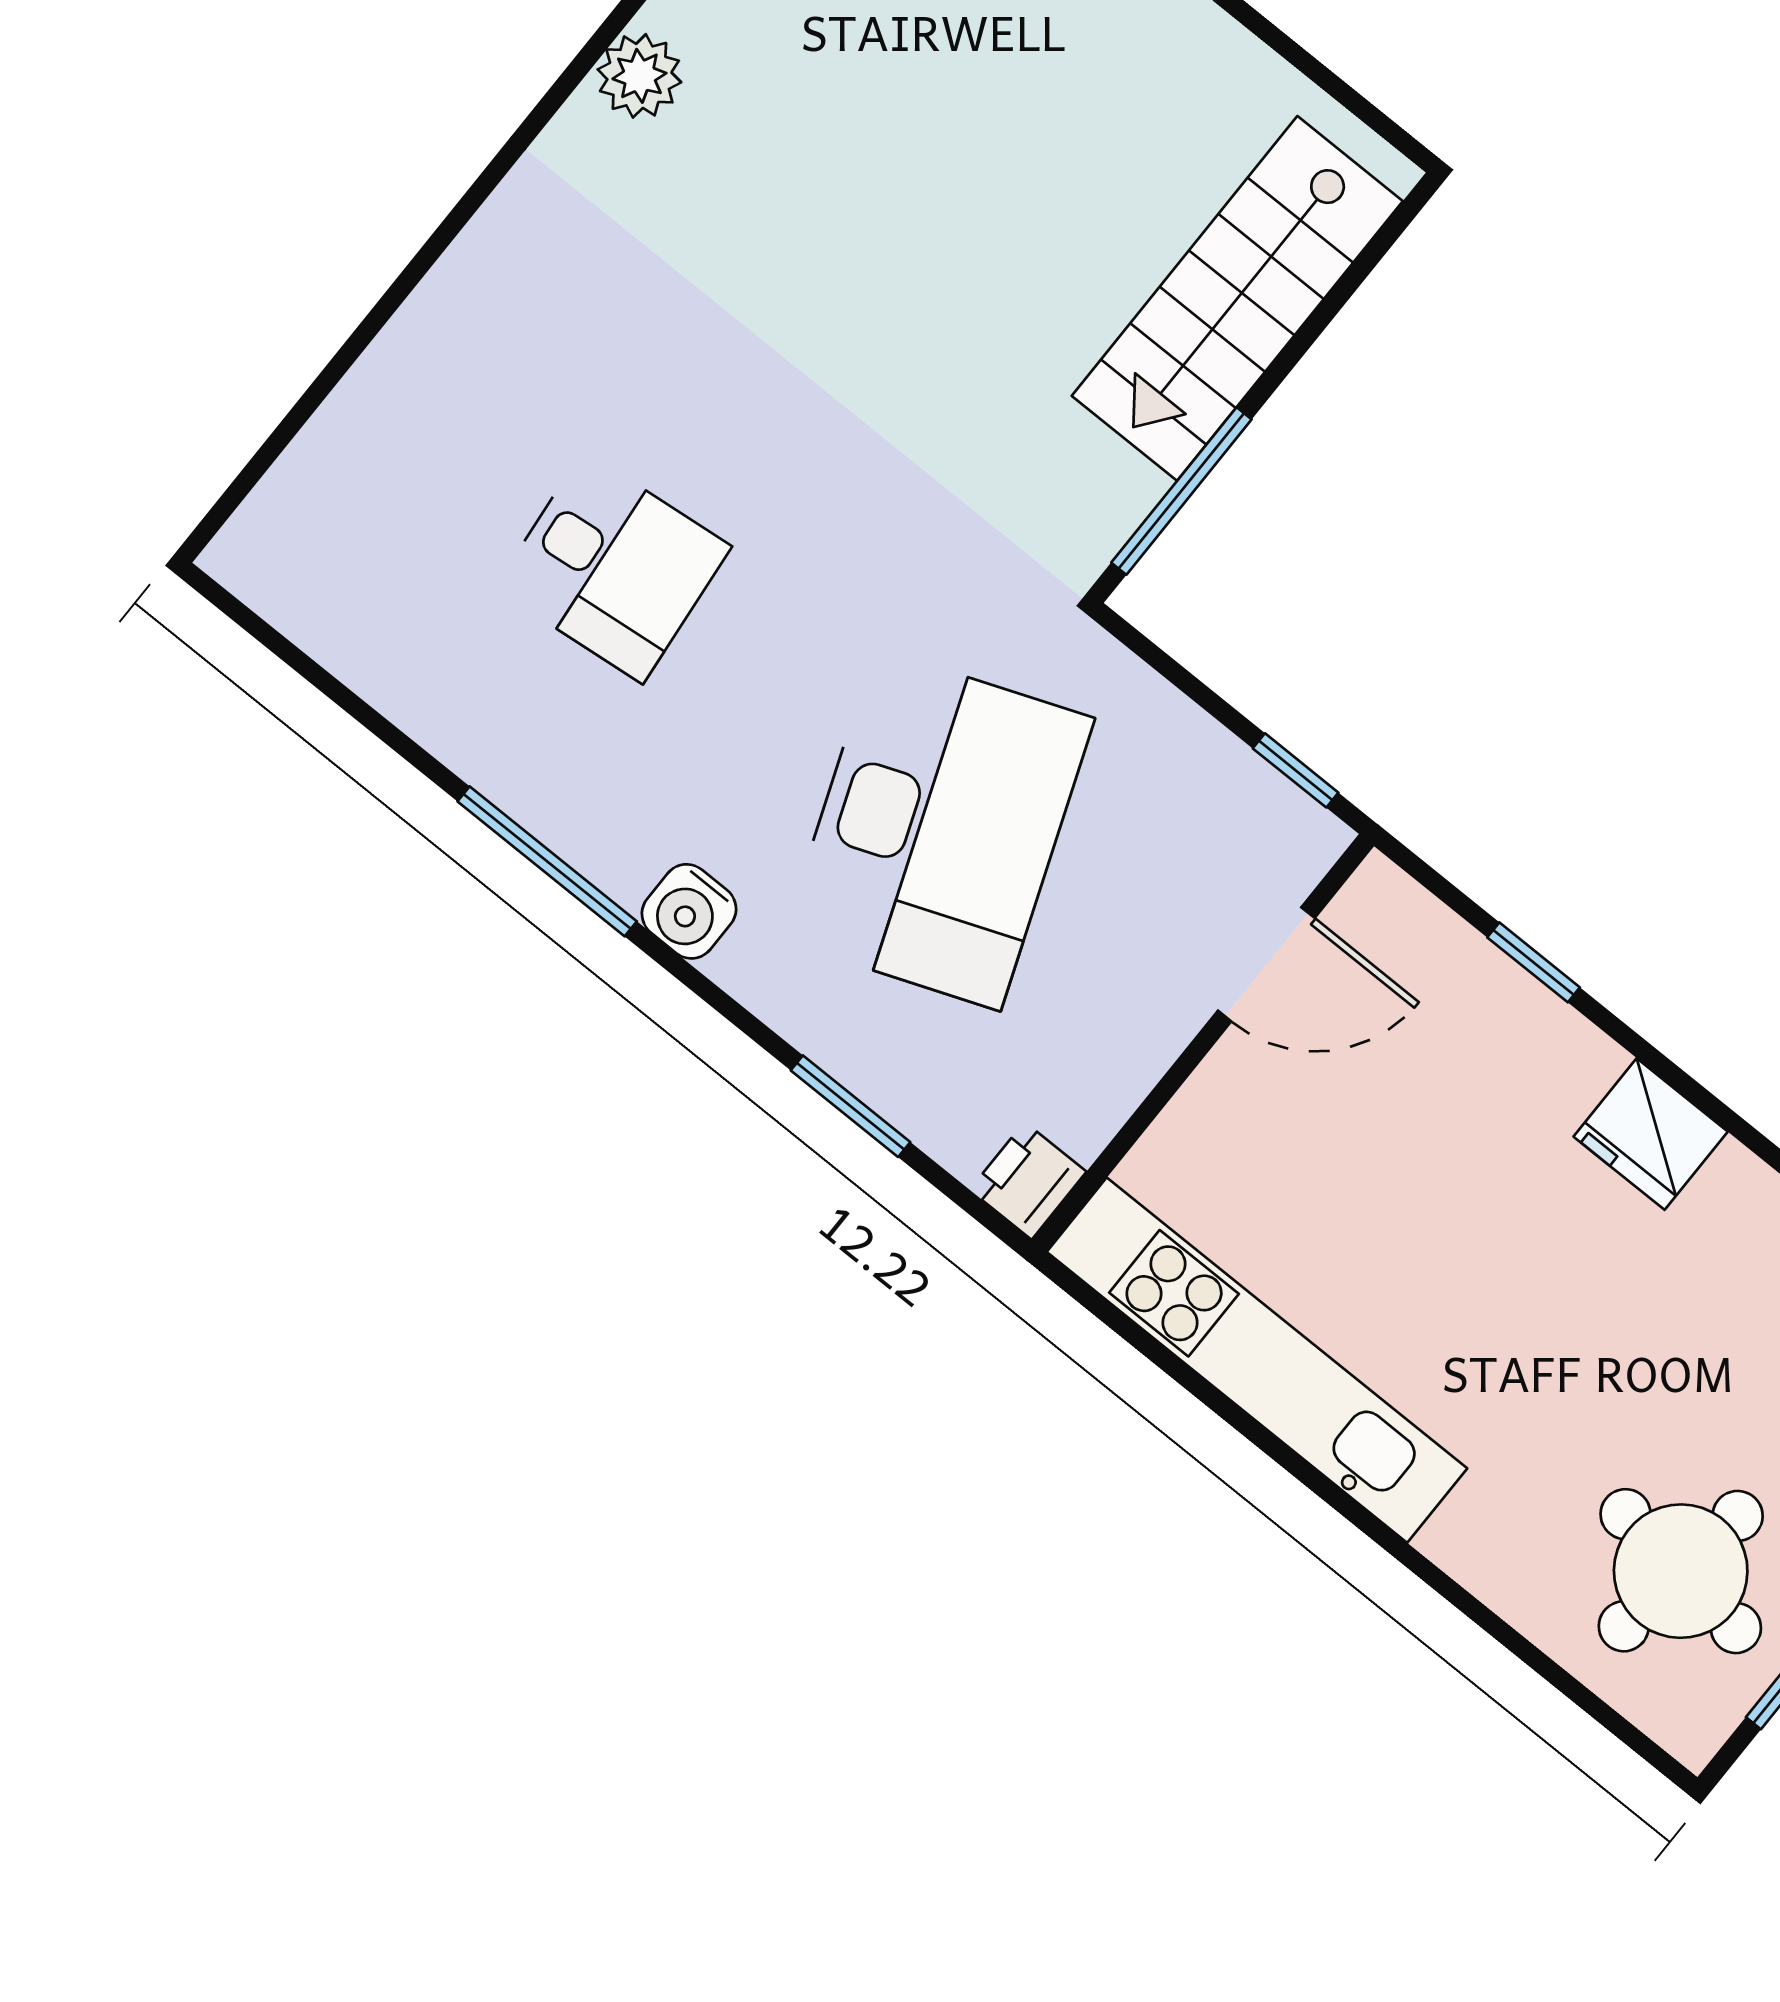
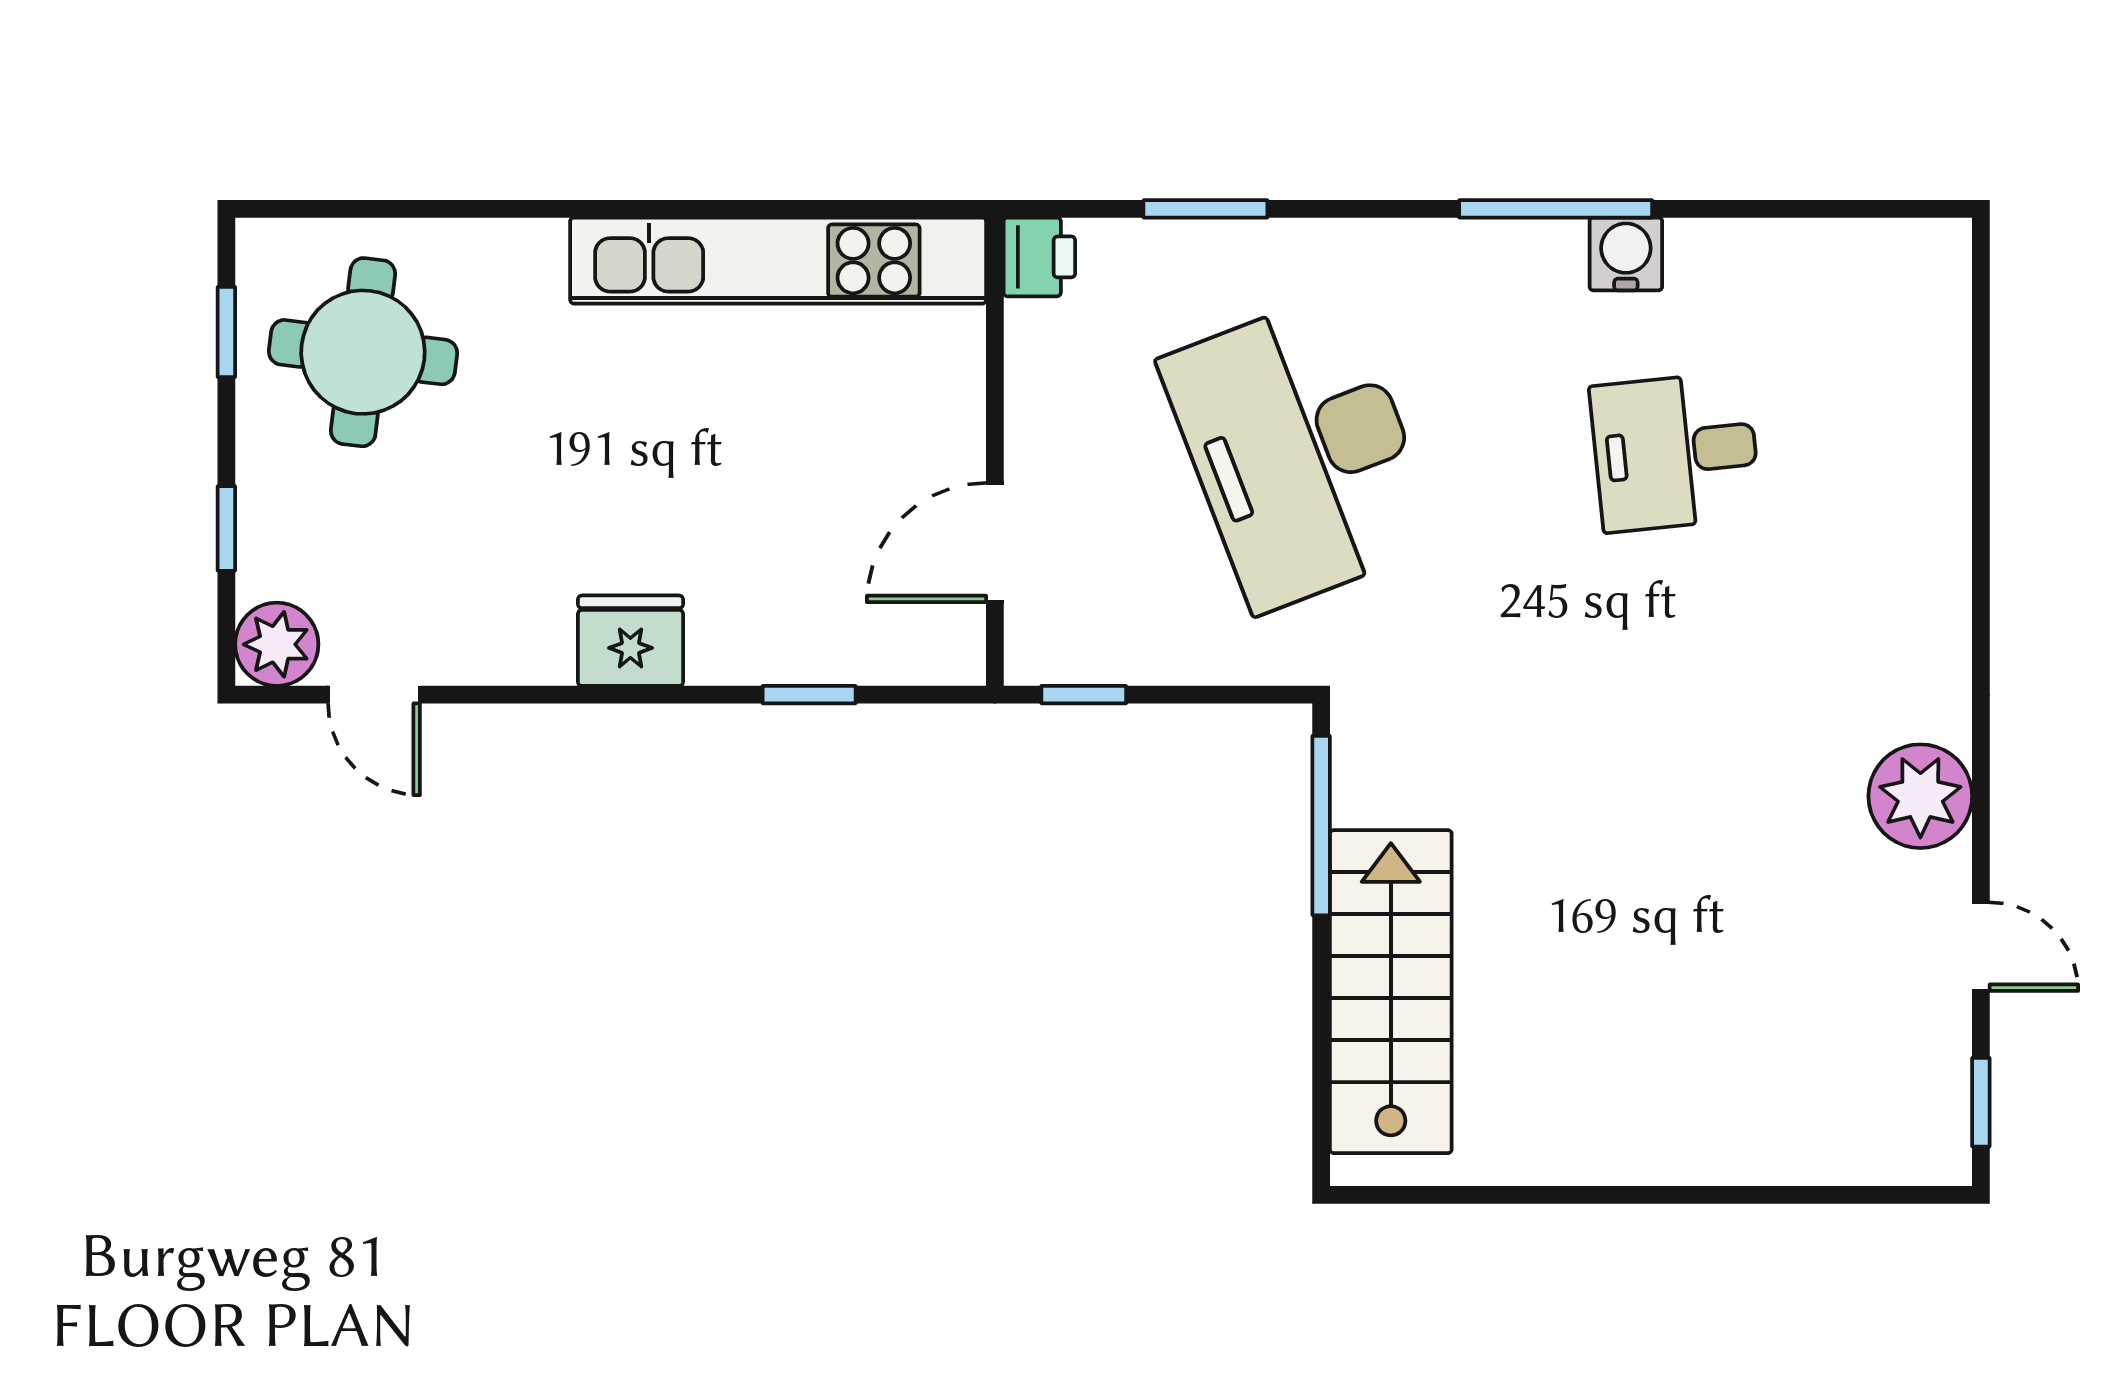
plant: (639, 76) -> (1920, 796), width x1.36, depth x1.36
water cooler: (689, 911) -> (1626, 254), moved

